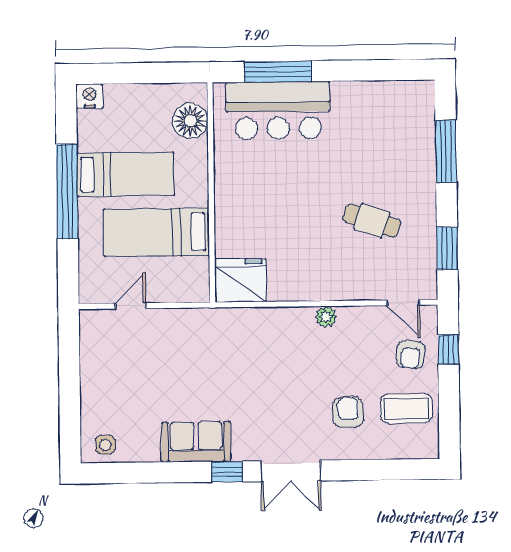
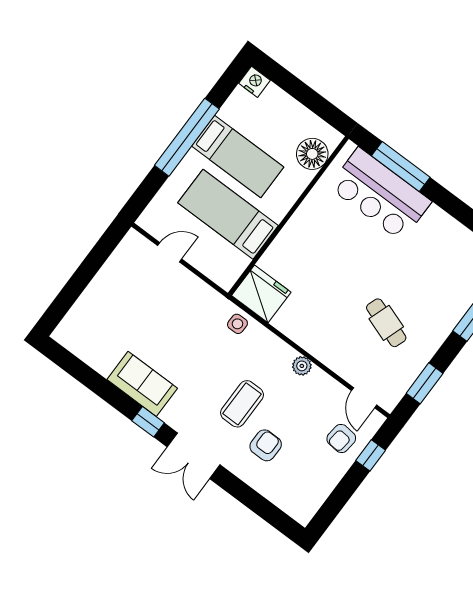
coffee table: (406, 408) -> (242, 404), moved, turned 90
side table: (105, 445) -> (237, 324), moved

